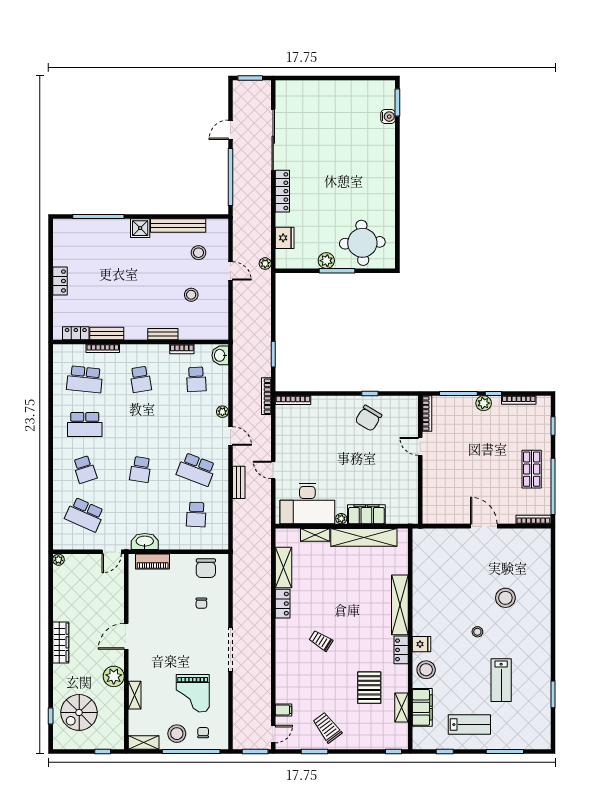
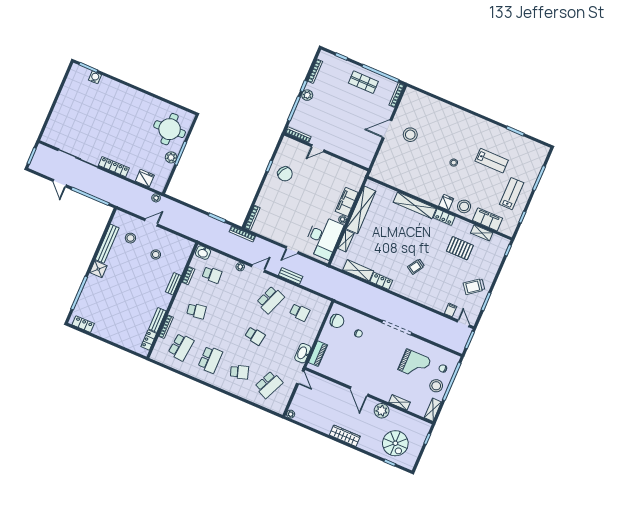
locker: (60, 281) -> (83, 324), moved
stool: (505, 598) -> (410, 135), moved

